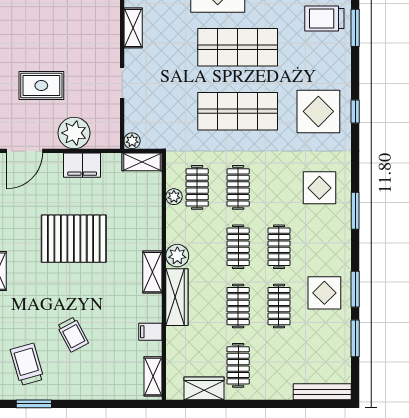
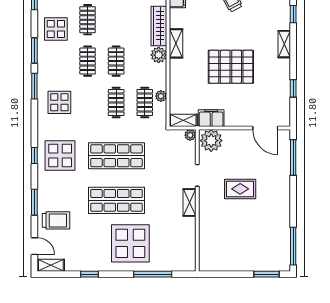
shelving: (133, 28) -> (190, 203), moved
window: (355, 28) -> (34, 202), moved
rug: (41, 86) -> (240, 189), moved
plant: (74, 133) -> (211, 141), moved
door: (24, 151) -> (265, 128), swing flipped
filing cabinet: (82, 165) -> (211, 118), moved
window: (355, 289) -> (34, 50), moved
clothes rail: (238, 306) -> (116, 20), removed

